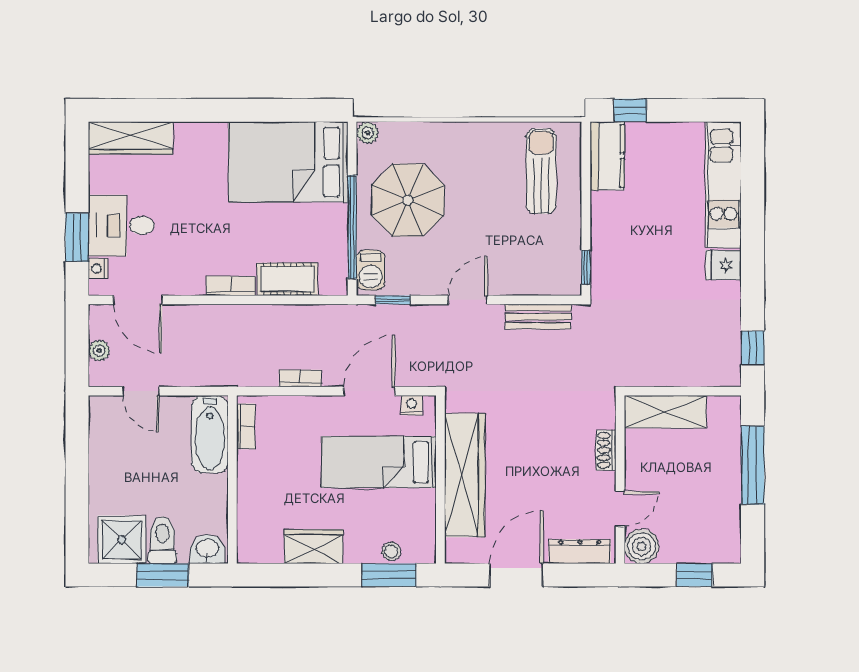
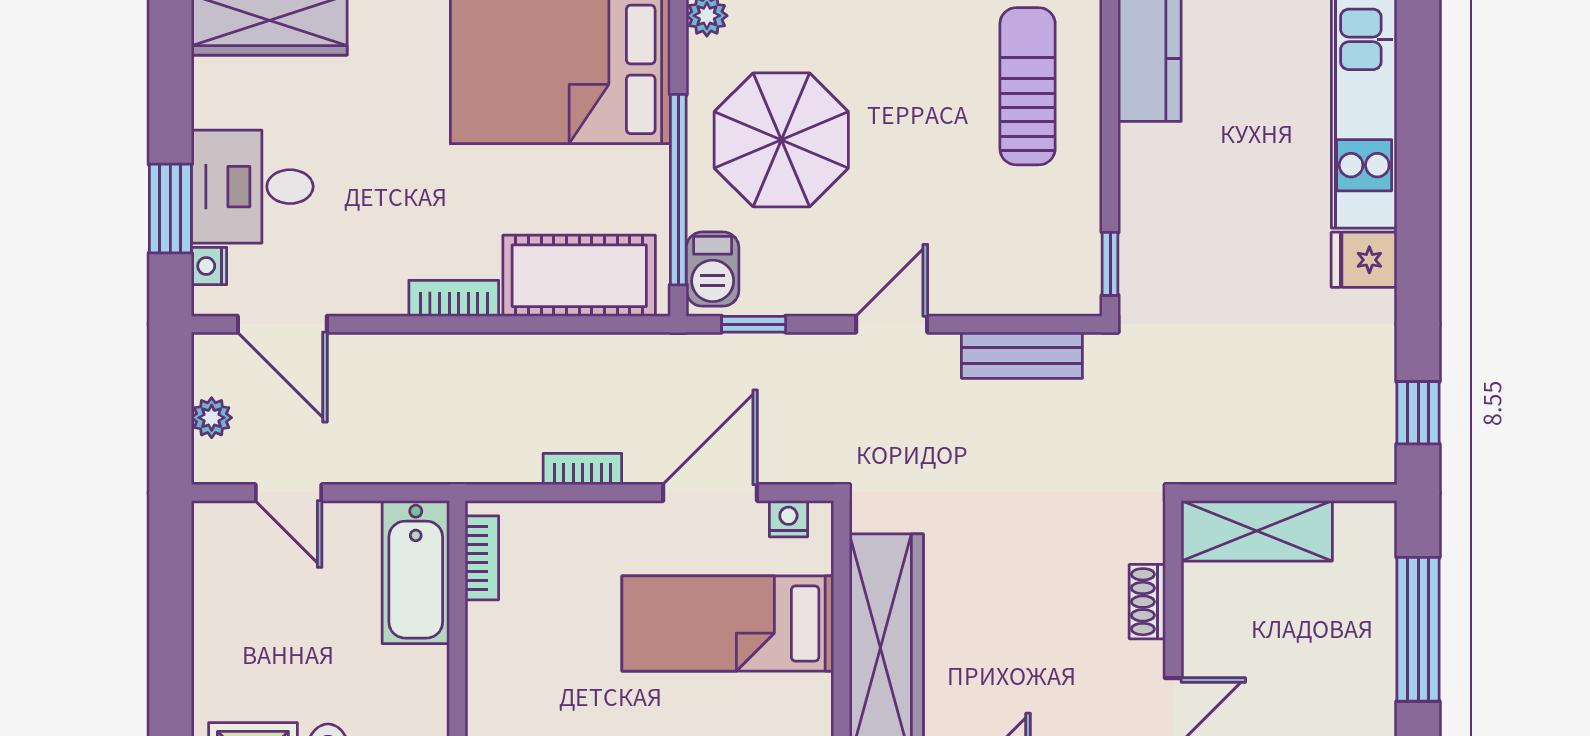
cot: (287, 279) -> (579, 276), width x1.37, depth x1.34

